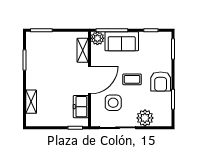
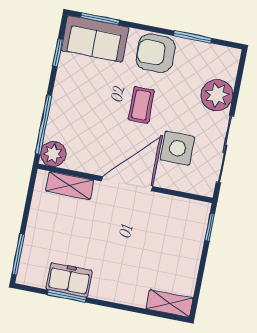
sofa: (122, 41) -> (95, 39), moved, turned 90
door: (89, 80) -> (127, 184), hinge flipped
armchair: (161, 82) -> (156, 53), turned 180
shelving: (31, 102) -> (170, 303), moved
freezer: (81, 107) -> (69, 280), moved, turned 180

